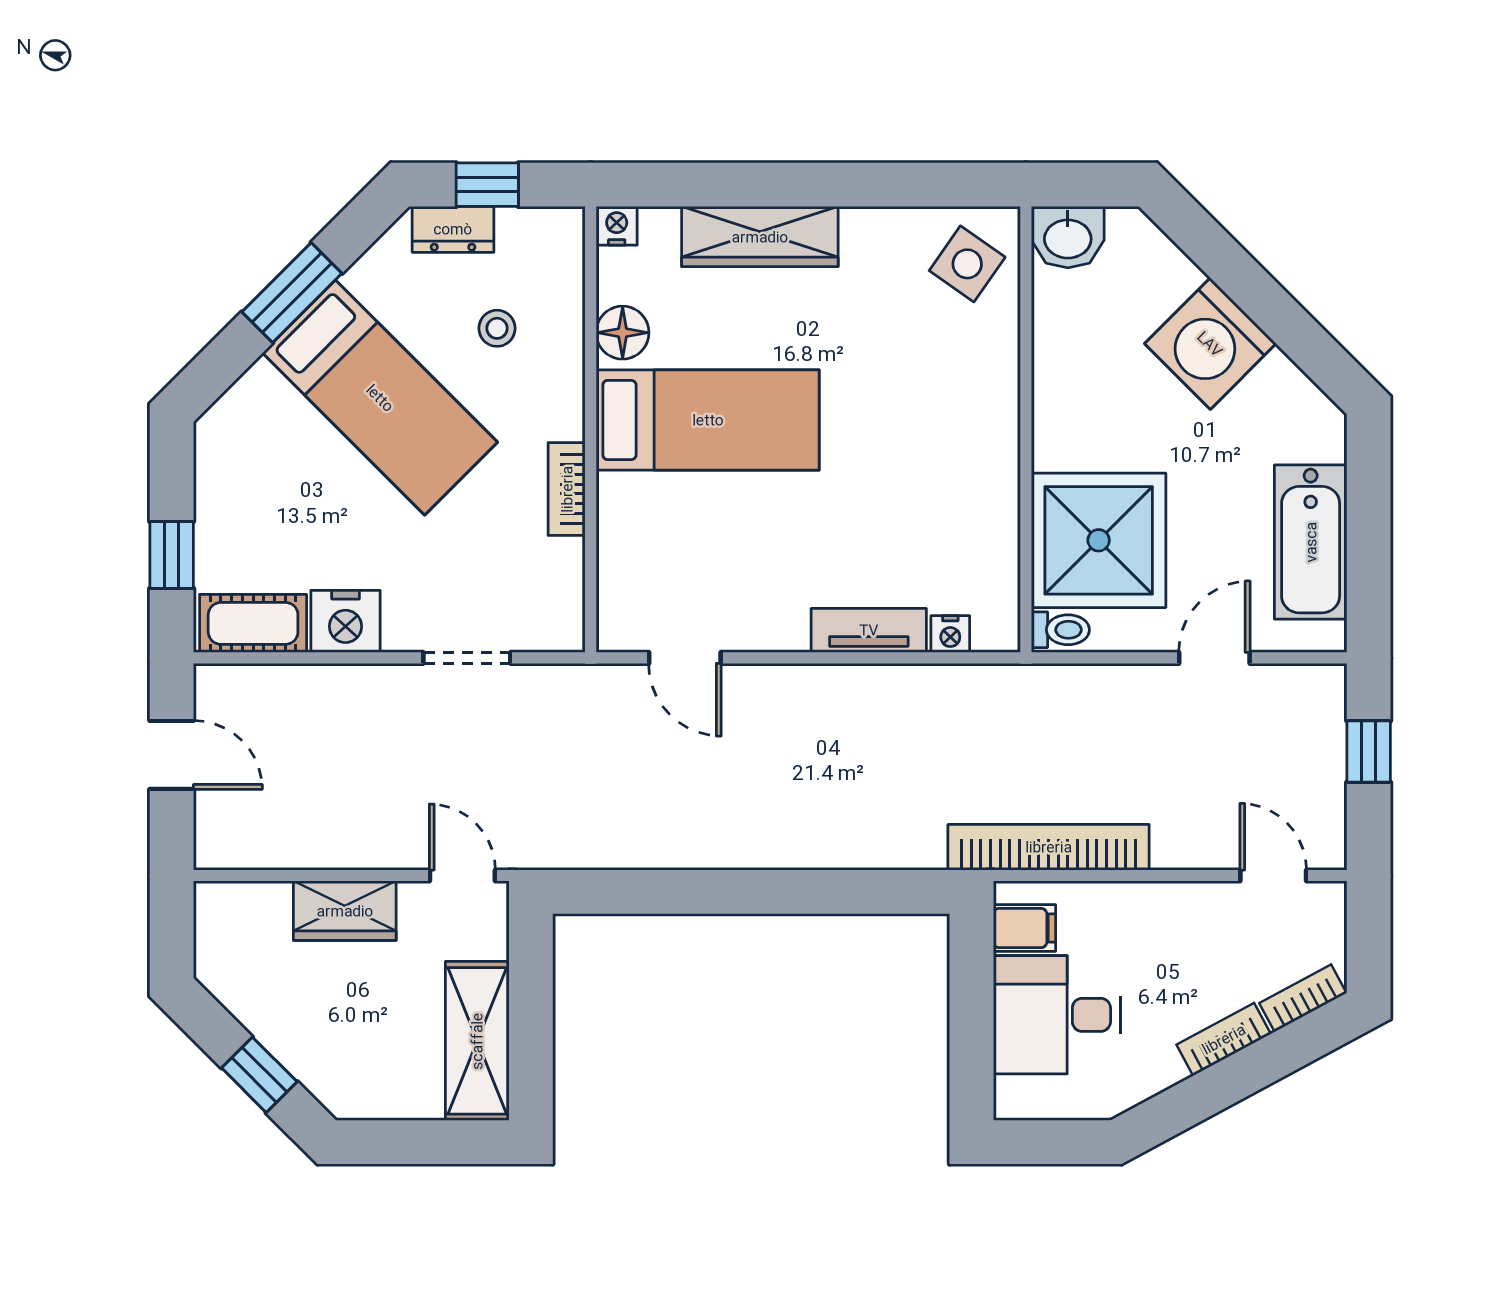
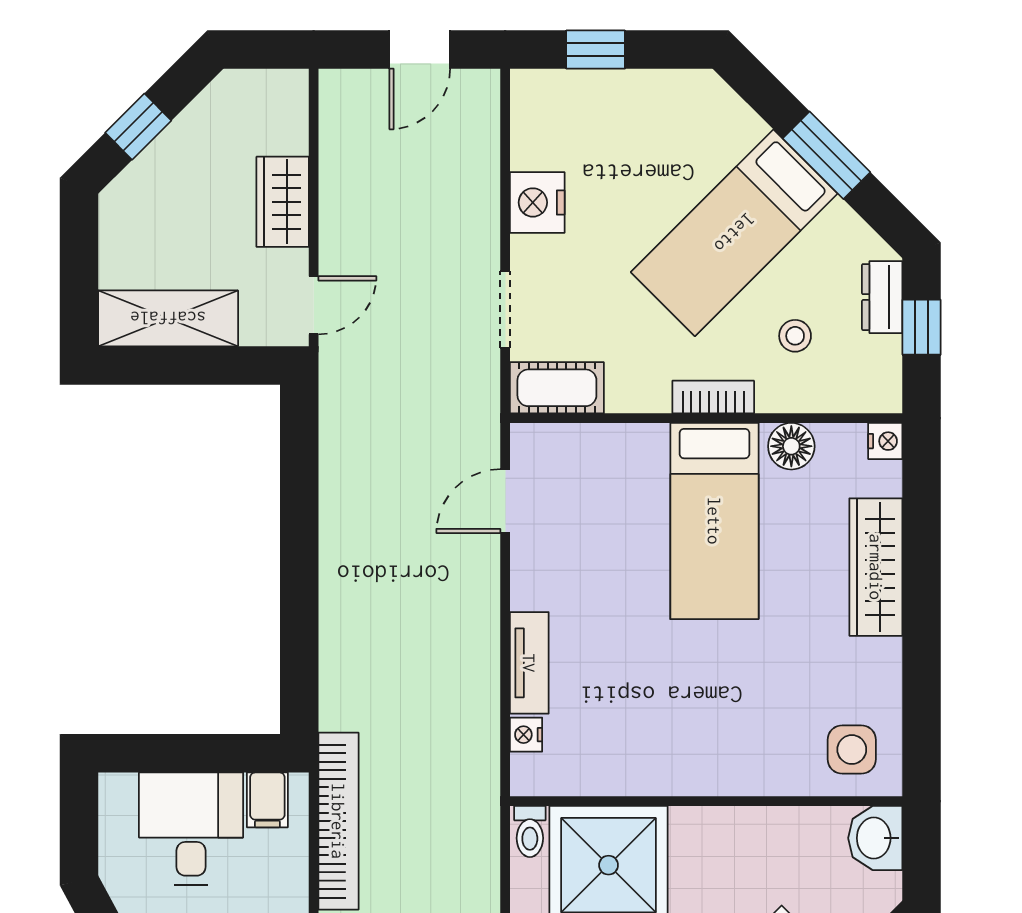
side table: (967, 264) -> (852, 750), turned -35
bookcase: (567, 489) -> (713, 397), moved
cot: (253, 623) -> (557, 388), moved, turned 90

